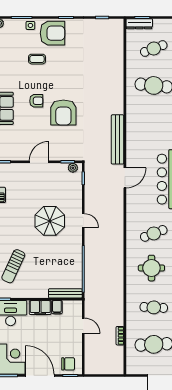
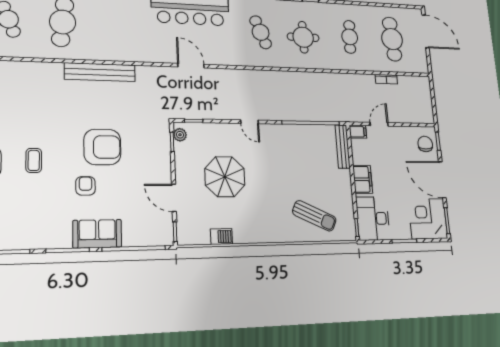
coffee table: (37, 59) -> (34, 160), moved
bench: (118, 139) -> (100, 72), moved
door: (39, 162) -> (174, 198), moved
parasol: (50, 221) -> (225, 177), moved
door: (83, 221) -> (250, 122), swing flipped
filing cabinet: (57, 307) -> (358, 132), moved
door: (40, 375) -> (442, 180), hinge flipped

